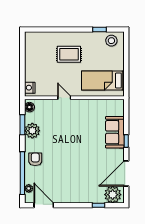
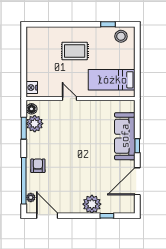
plant: (32, 131) -> (35, 124), moved
sofa: (115, 132) -> (125, 136), width x1.36
plant: (113, 195) -> (92, 204), moved

